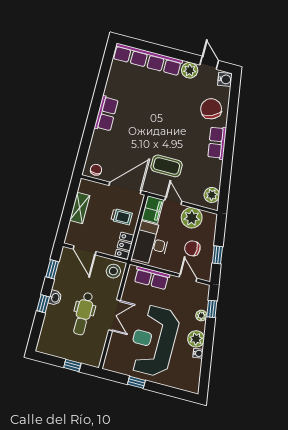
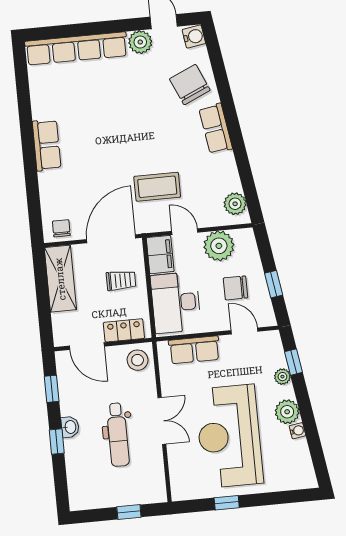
shelving: (80, 208) -> (60, 279), width x1.50, depth x1.33
locker: (125, 246) -> (124, 330), moved, turned 90

